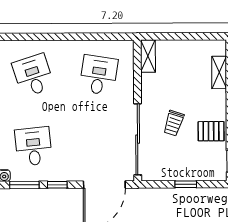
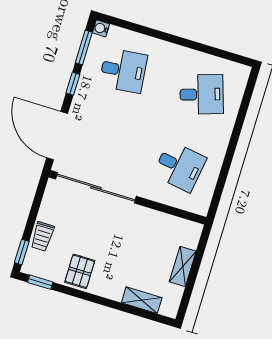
shelving: (148, 56) -> (183, 267), moved, turned 90
trolley: (174, 123) -> (42, 236), moved, turned -108
window: (186, 184) -> (22, 252), moved

